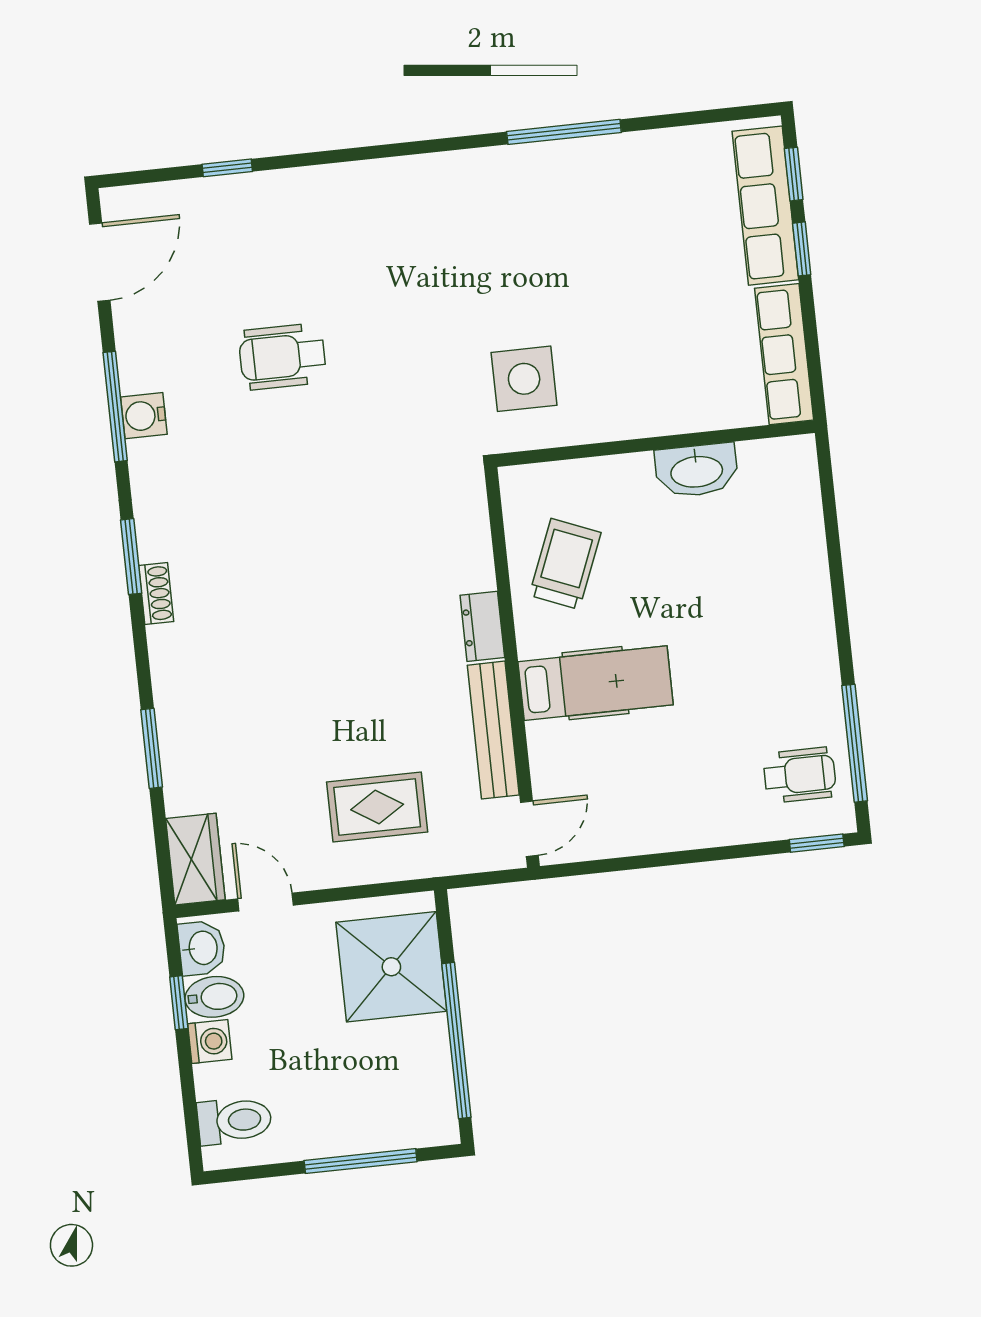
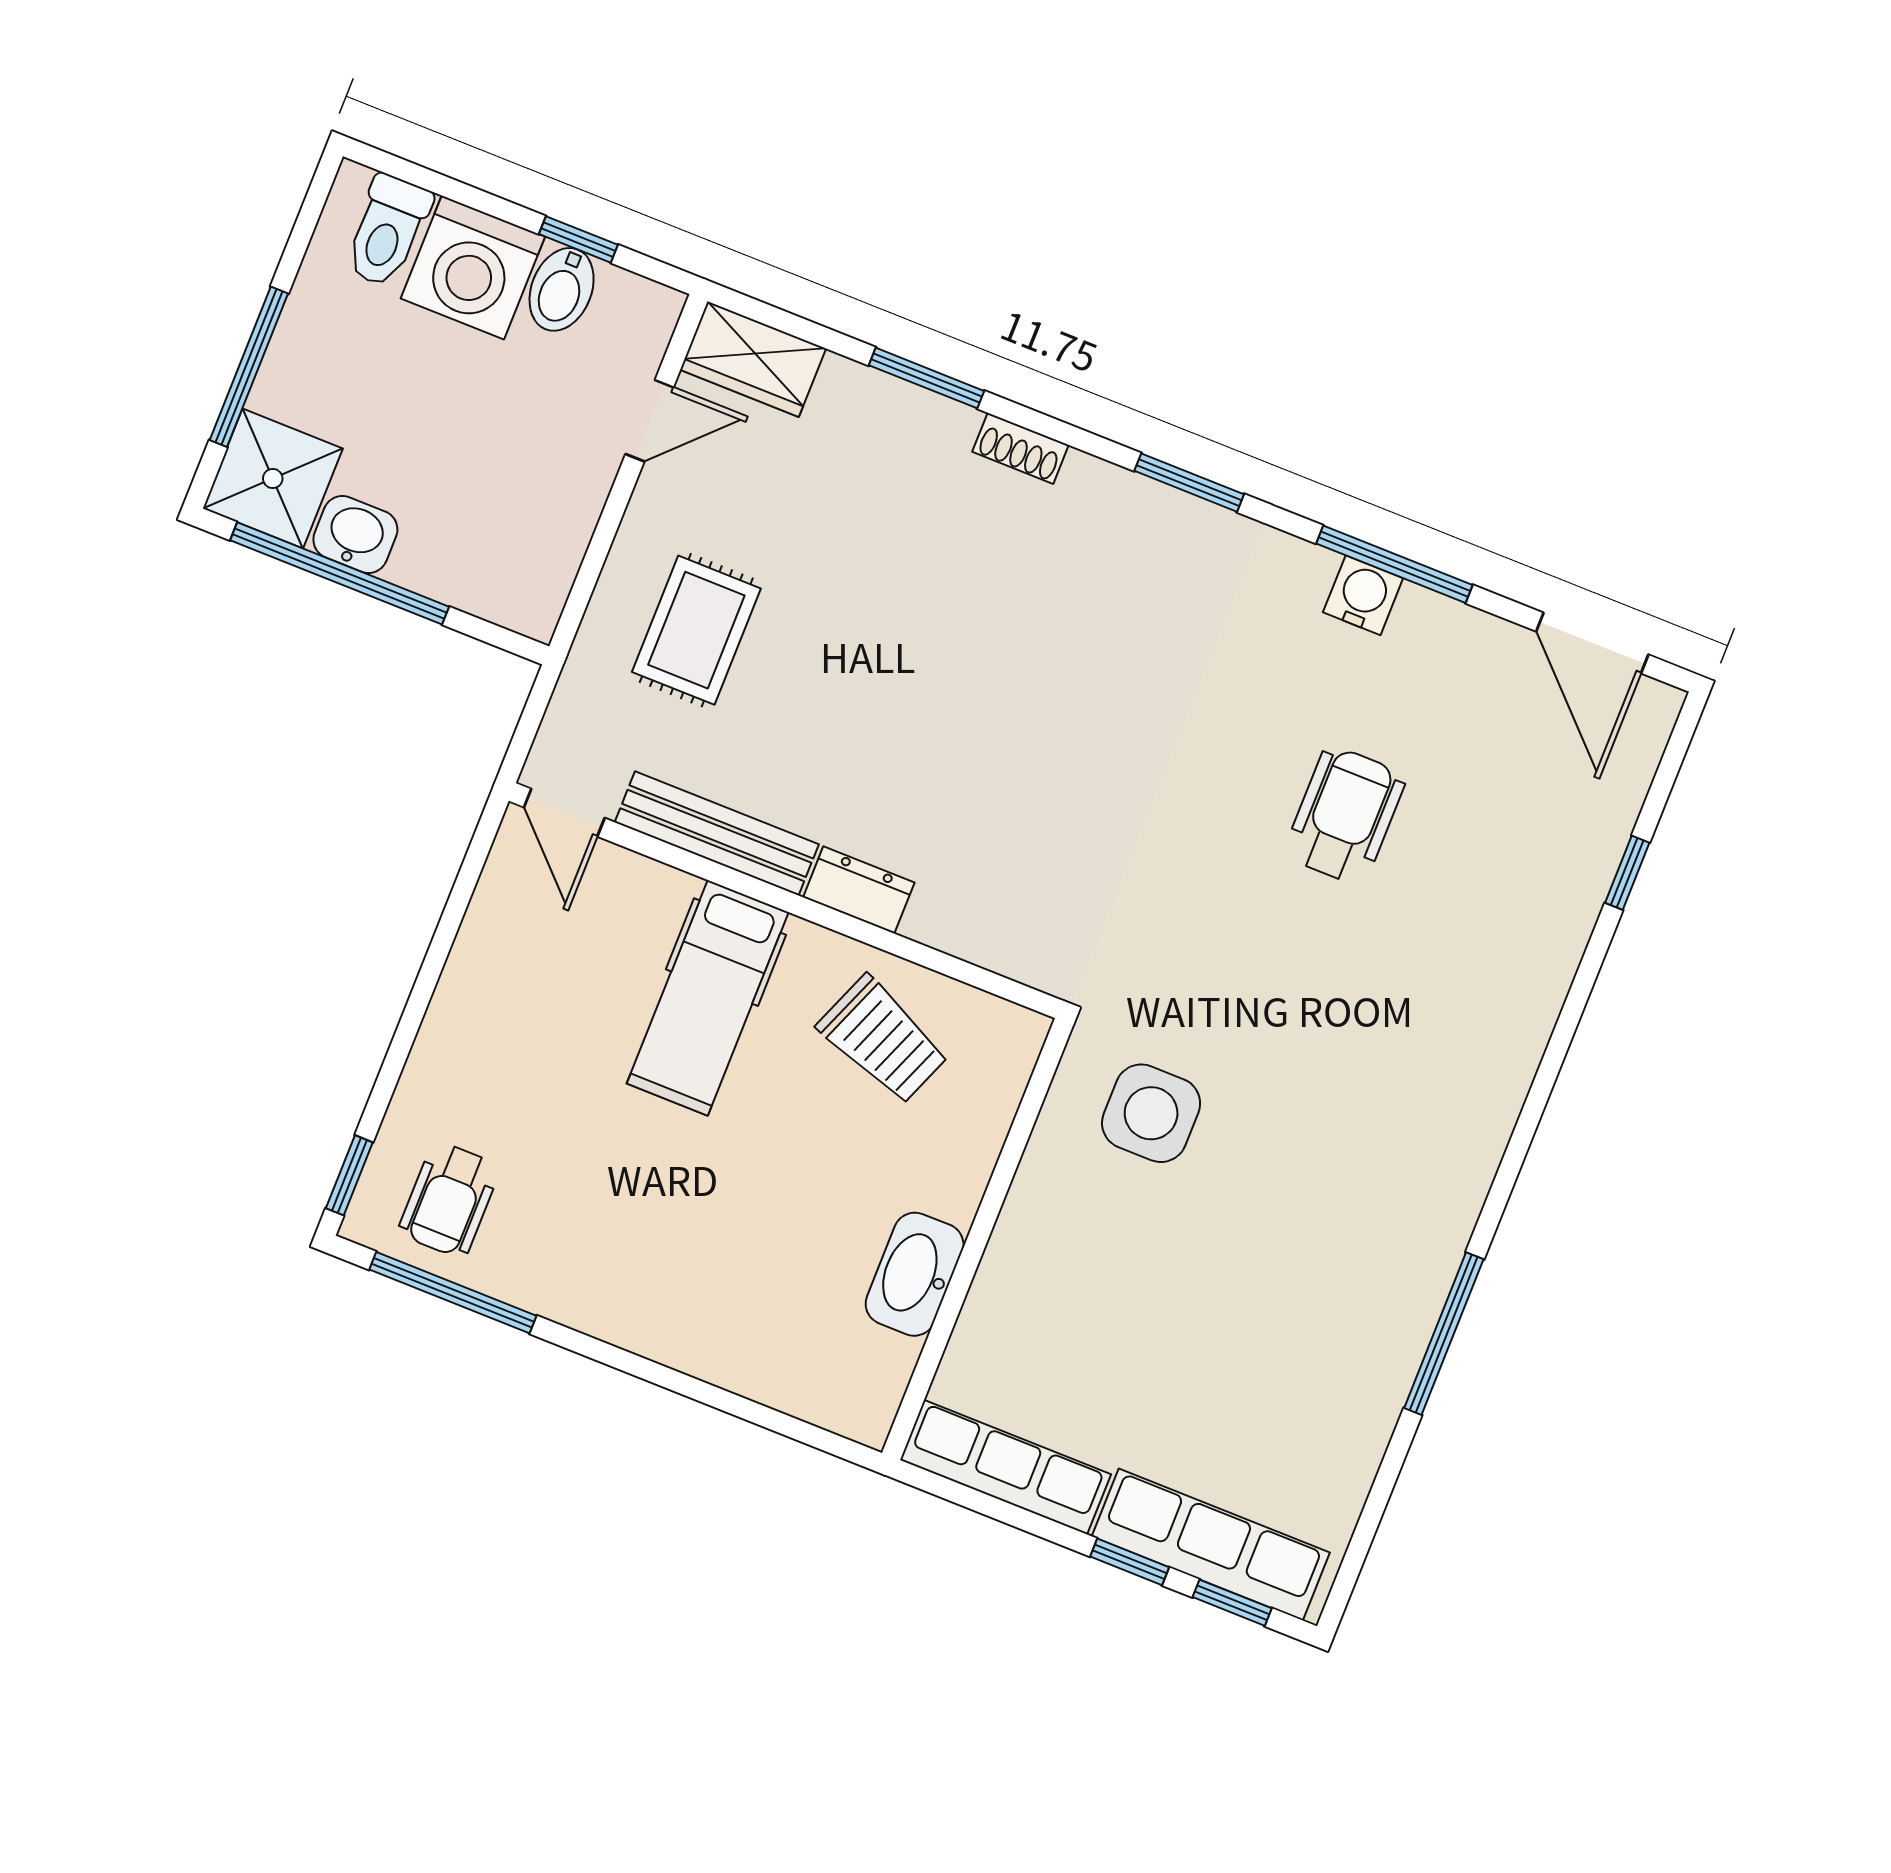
shoe rack: (156, 594) -> (1020, 448), moved
washbasin: (202, 948) -> (355, 534), moved, turned 180
shower: (391, 967) -> (273, 479), moved, width x0.73, depth x0.73
washing machine: (210, 1042) -> (473, 268), width x1.89, depth x1.89

